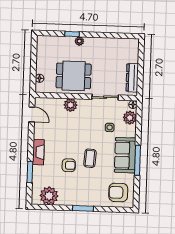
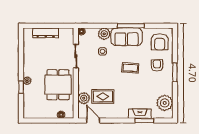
dresser: (132, 78) -> (46, 33), moved
plant: (71, 105) -> (84, 98), moved
door: (32, 114) -> (93, 121), hinge flipped
plant: (130, 118) -> (104, 34), moved
rug: (59, 126) -> (103, 96), added
fireplace: (38, 152) -> (140, 114), moved
armchair: (69, 165) -> (157, 66), moved

